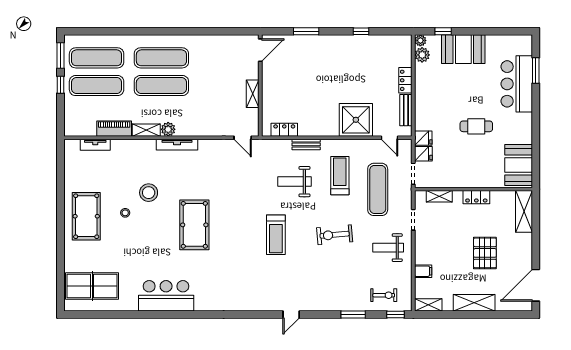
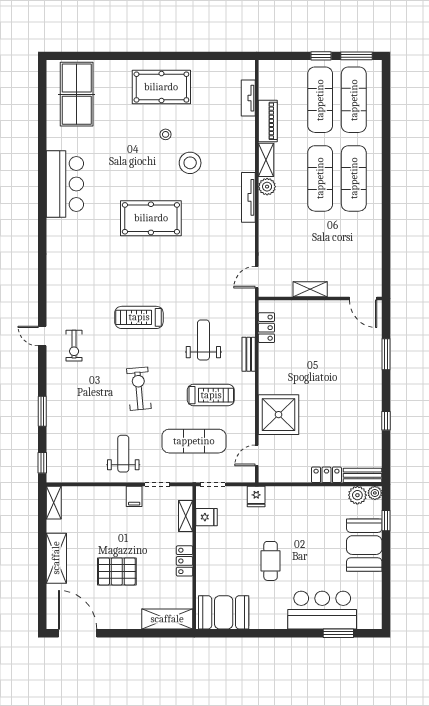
bench: (406, 110) -> (363, 475), moved
fridge: (423, 154) -> (207, 517), moved, turned -90
filing cabinet: (423, 271) -> (134, 496), moved
exercise bike: (384, 295) -> (74, 346), moved

